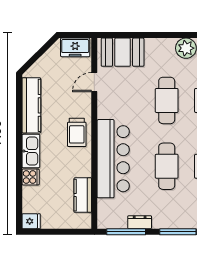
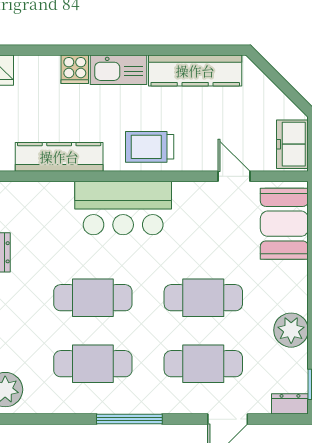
bar counter: (113, 159) -> (123, 208), width x0.73
kitchen counter: (83, 195) -> (59, 157), width x1.50

